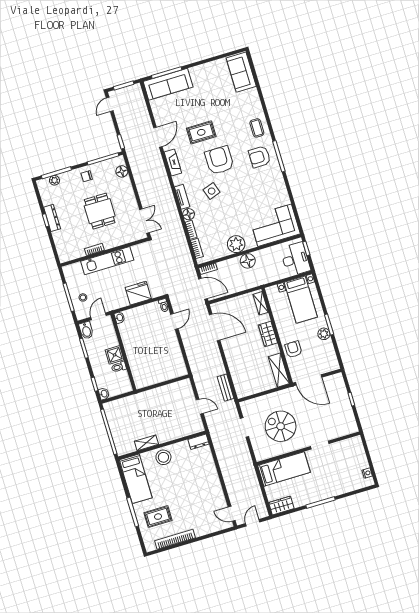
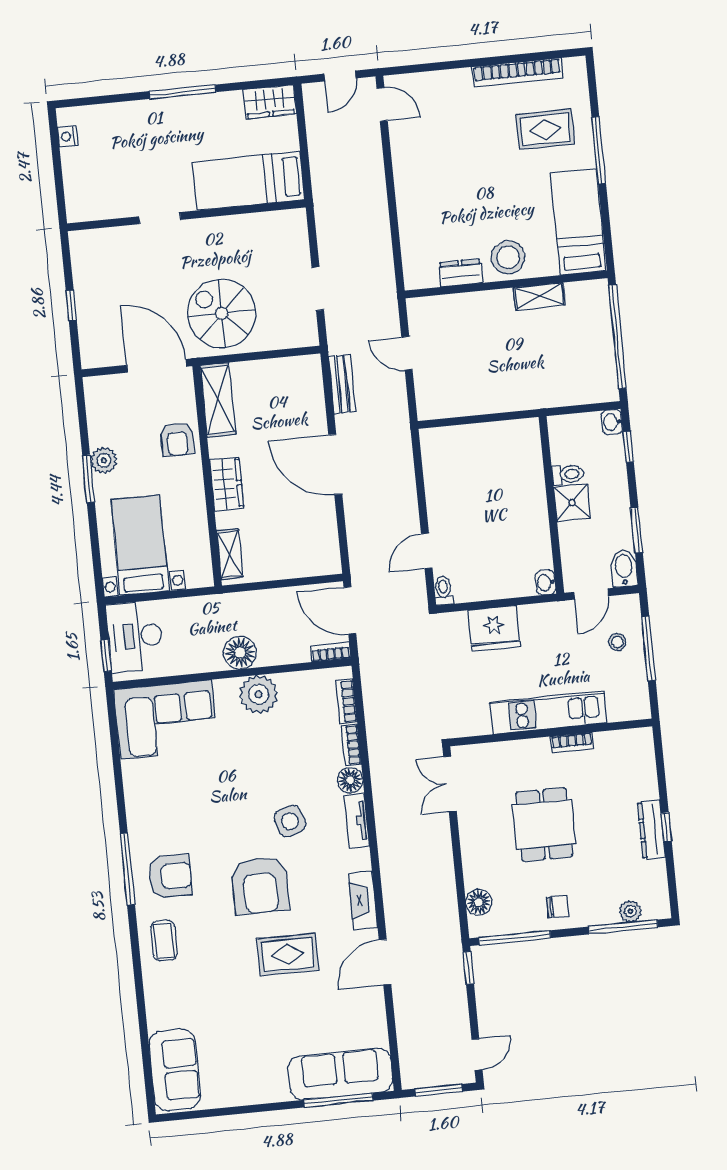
door: (215, 327) -> (335, 464), moved
spiral stairs: (281, 426) -> (222, 313), moved, turned 180
dresser: (198, 442) -> (461, 273), moved

